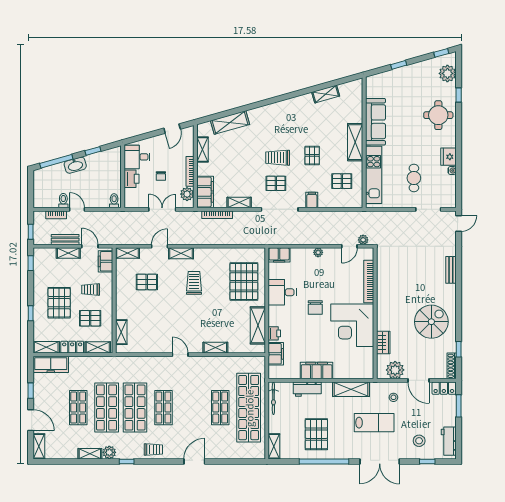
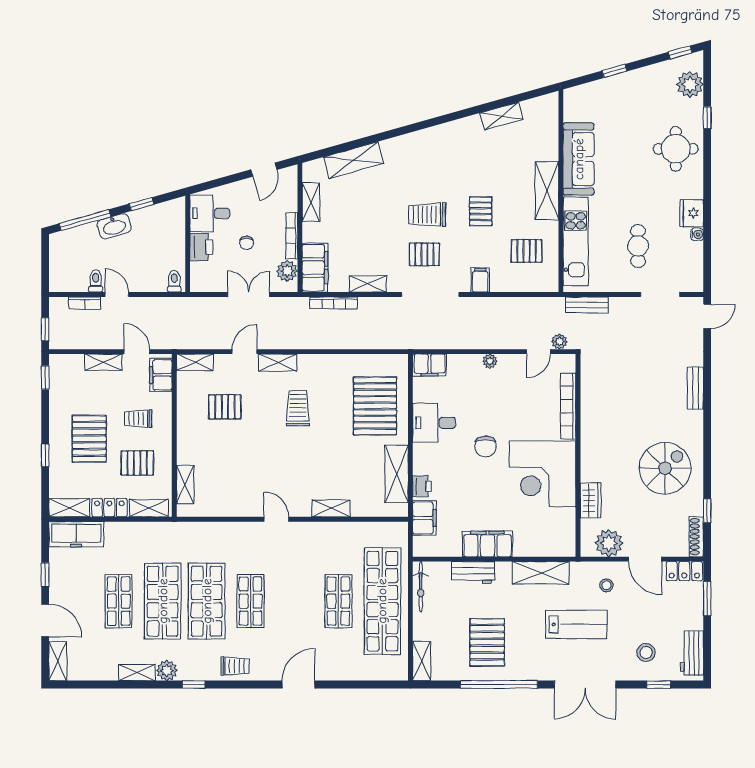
bench: (65, 240) -> (587, 305), moved

